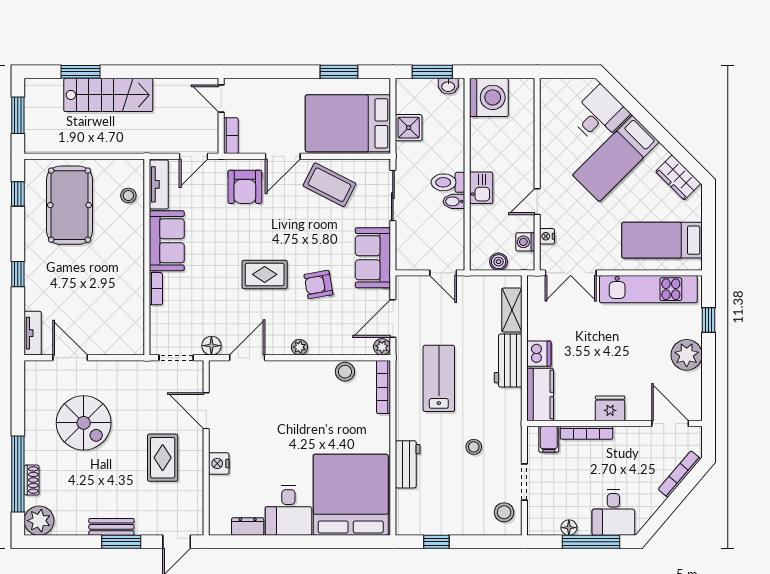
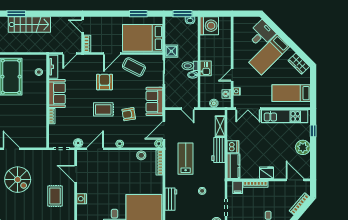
shower: (409, 128) -> (171, 51), moved
armchair: (245, 187) -> (105, 82), moved, turned 180

